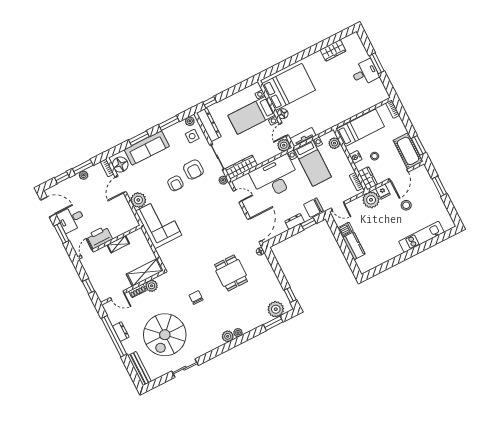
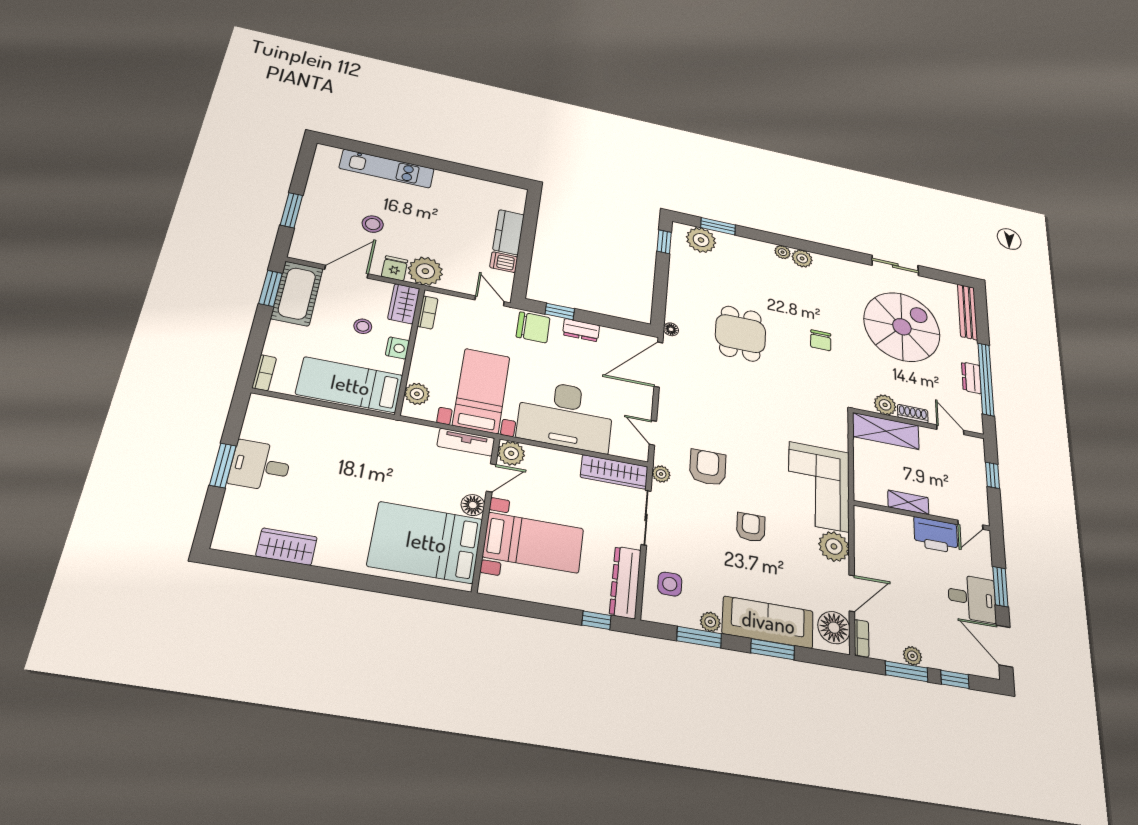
plant: (190, 121) -> (710, 622), moved
armchair: (193, 170) -> (708, 468), moved

